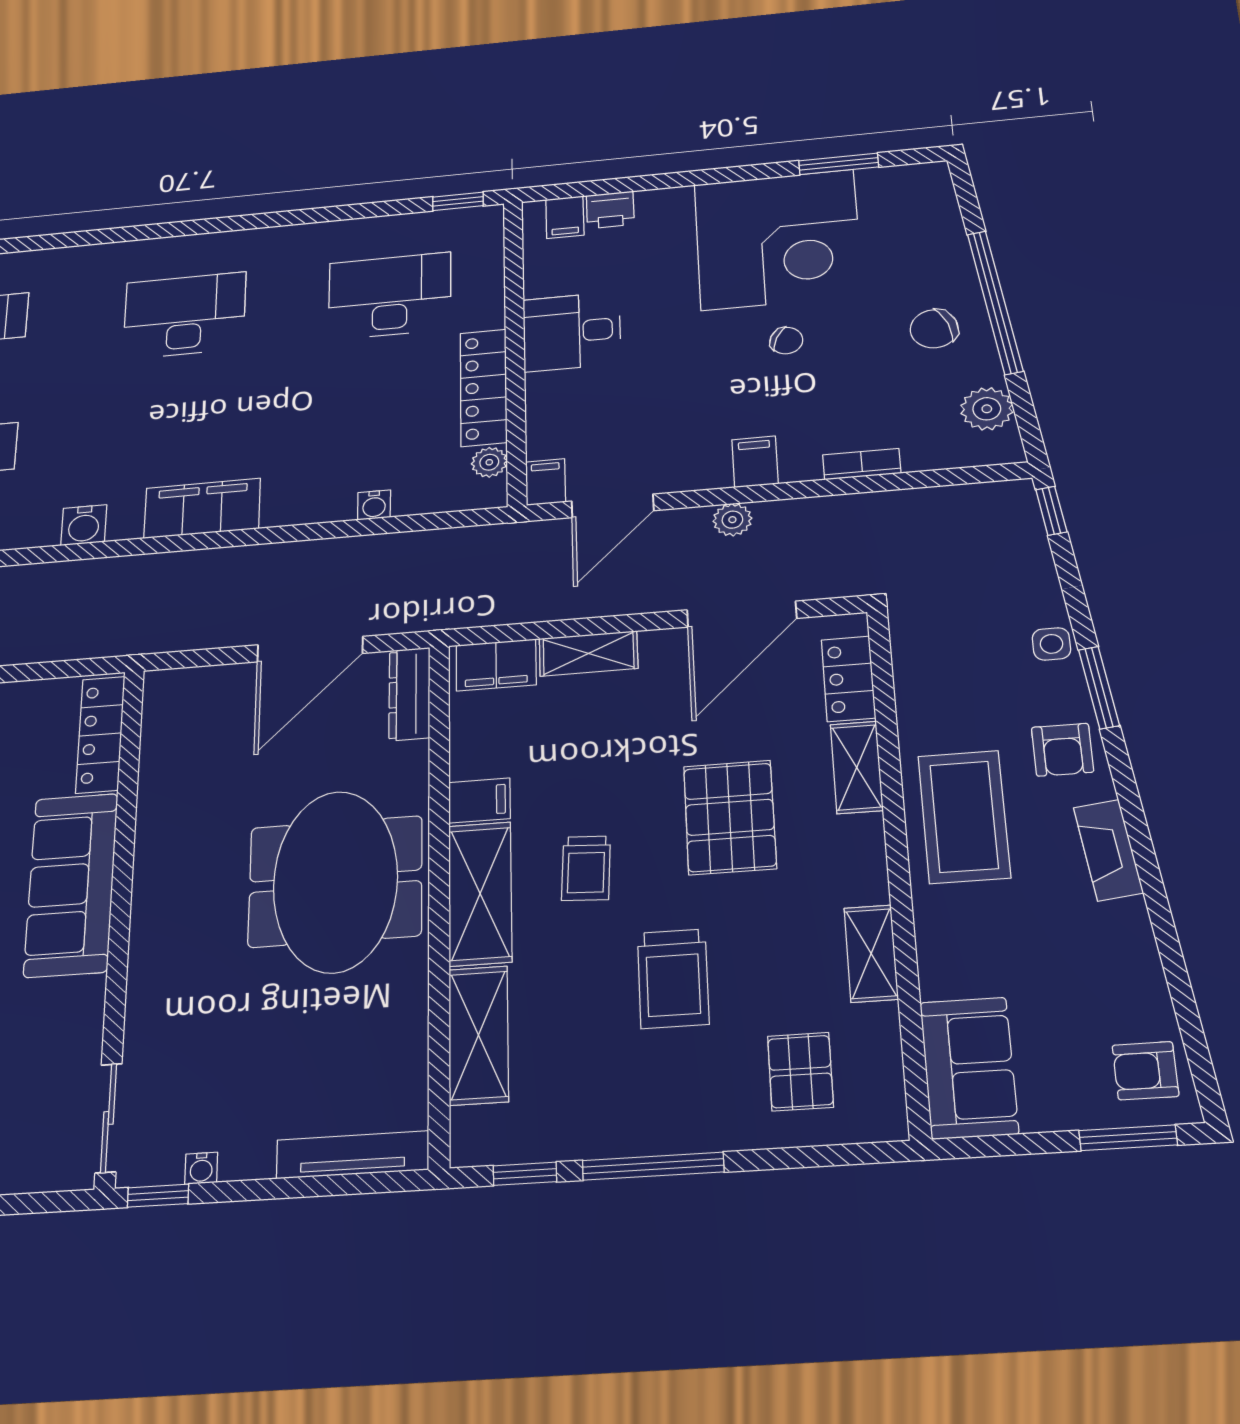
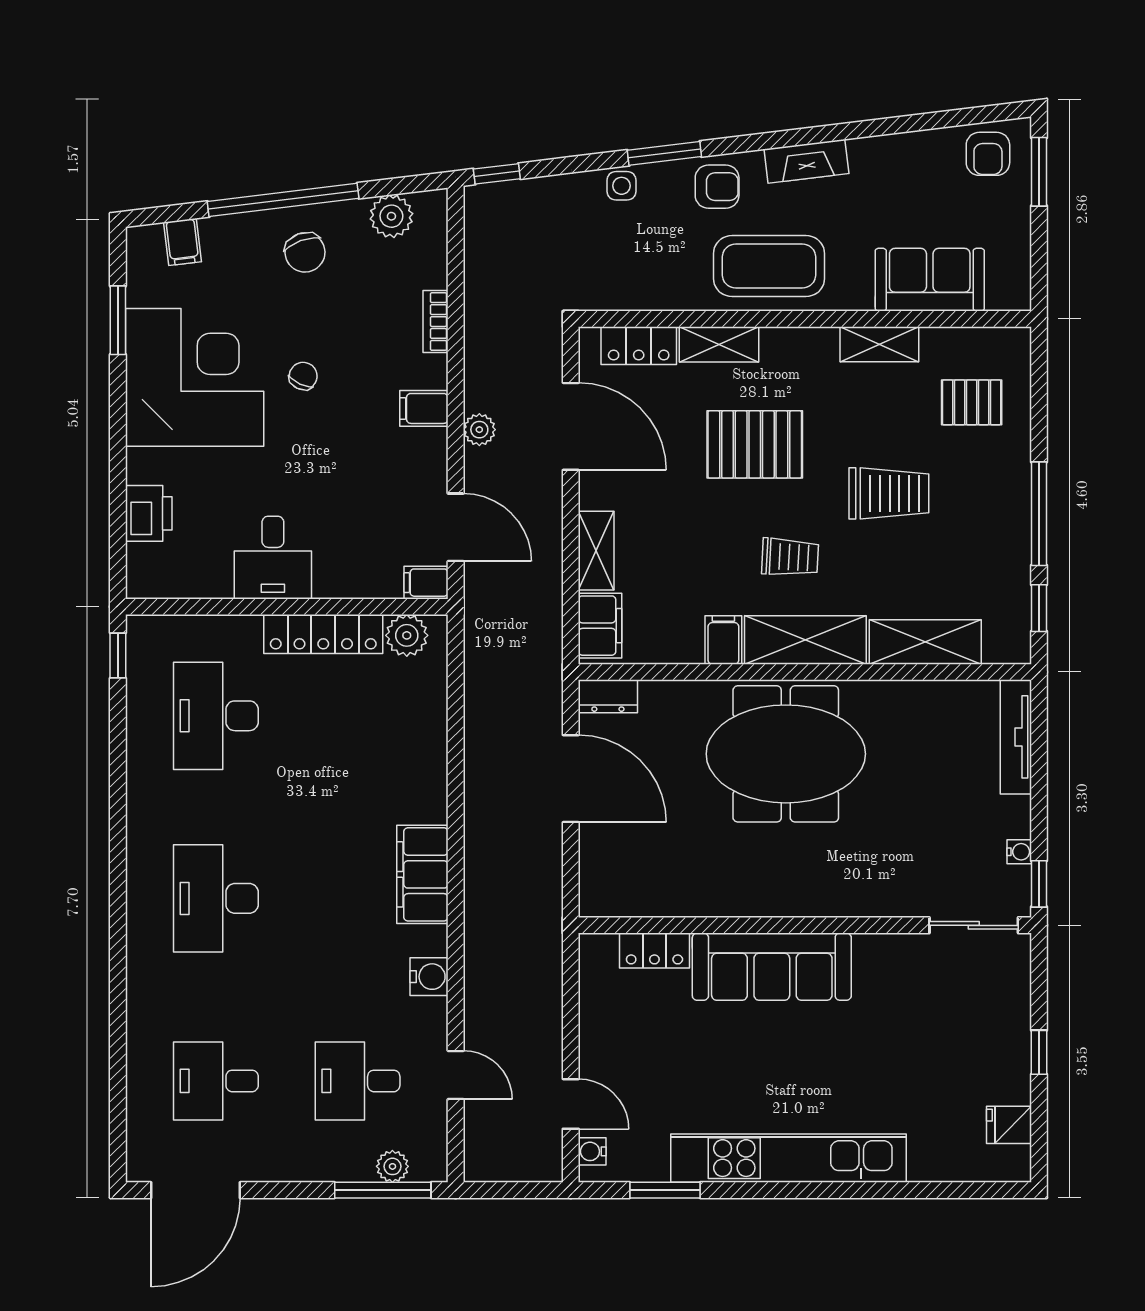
printer: (610, 210) -> (149, 513), width x1.36, depth x1.24
filing cabinet: (565, 217) -> (182, 242), moved, turned 83
plant: (489, 462) -> (407, 635), width x1.38, depth x1.38
water cooler: (374, 505) -> (434, 727), removed
dresser: (409, 694) -> (608, 696), width x0.70
locker: (100, 734) -> (654, 951), width x0.66
sofa: (969, 1068) -> (930, 280), moved

